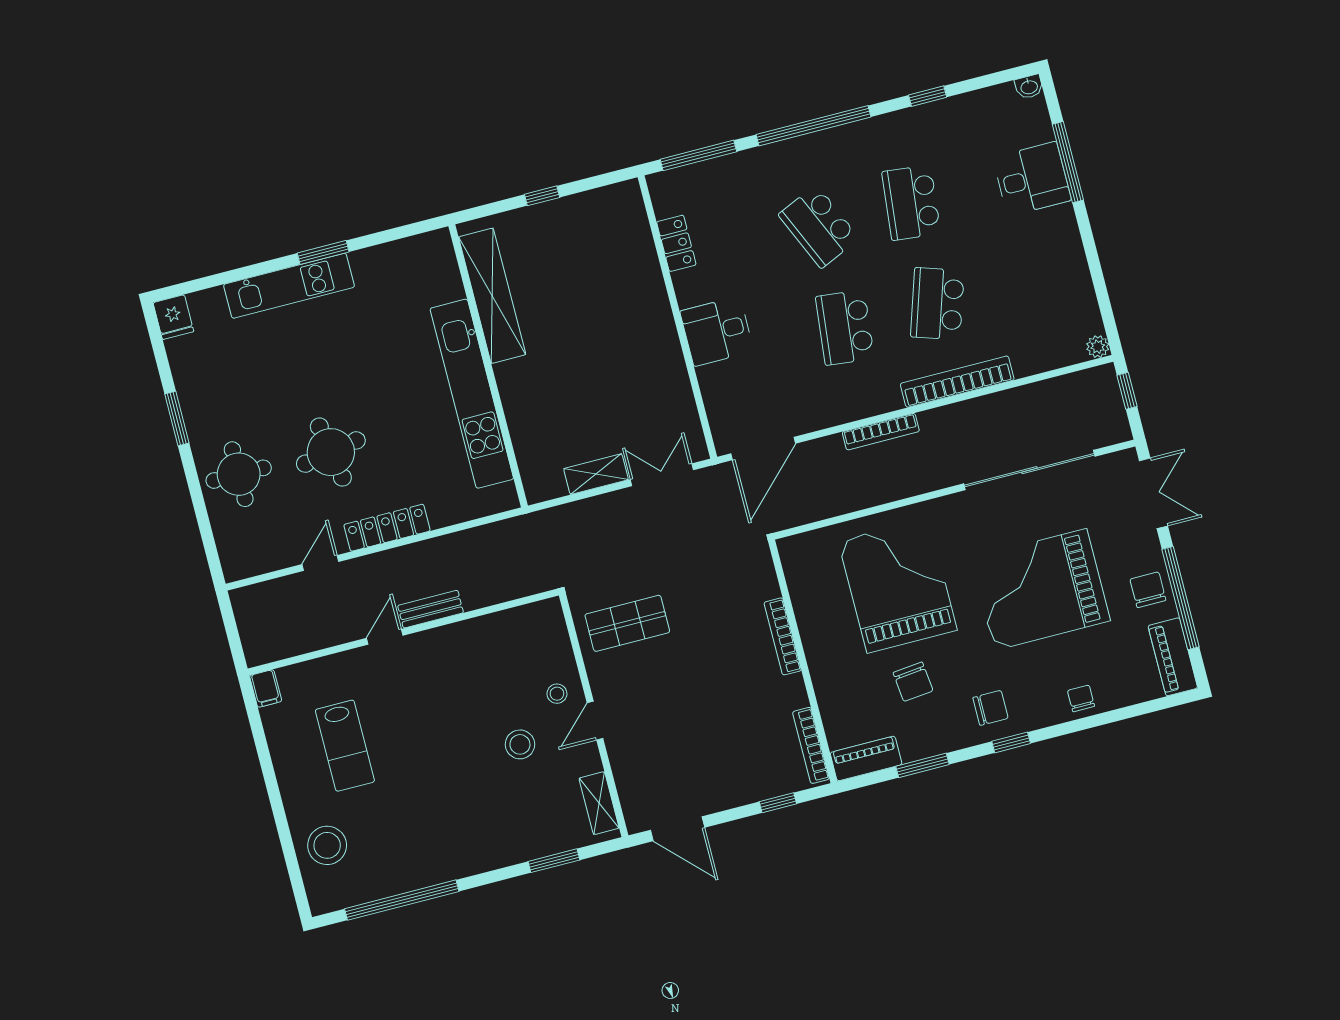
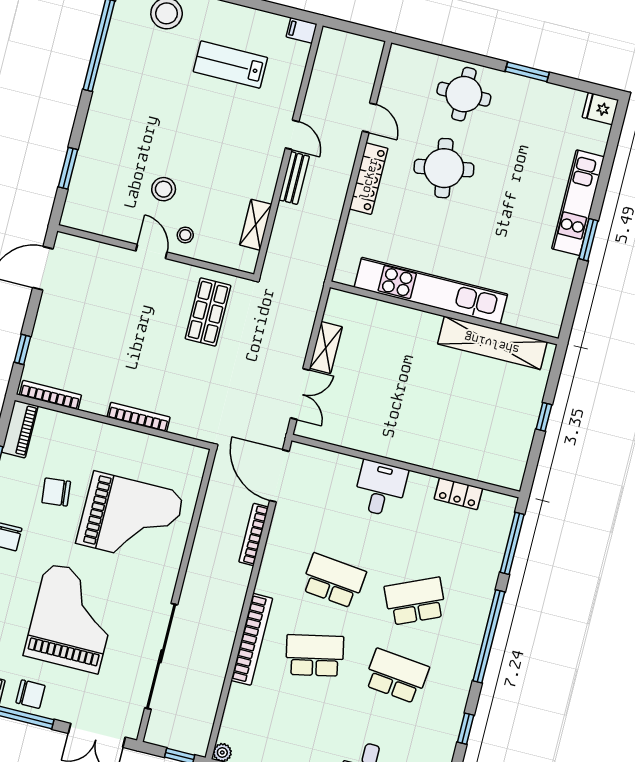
school desk: (937, 304) -> (315, 655), turned -30
bookcase: (881, 432) -> (254, 534), moved
shelving: (599, 803) -> (256, 225), moved, turned 90

